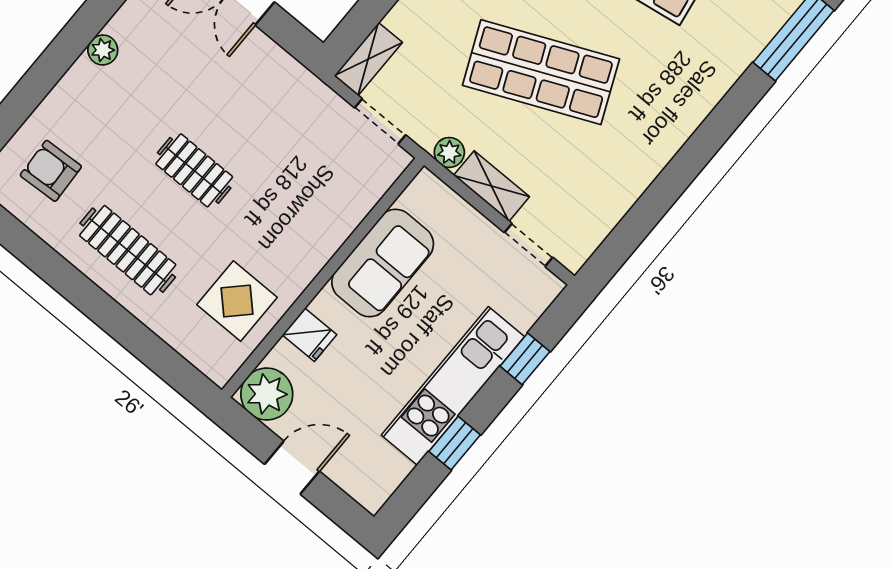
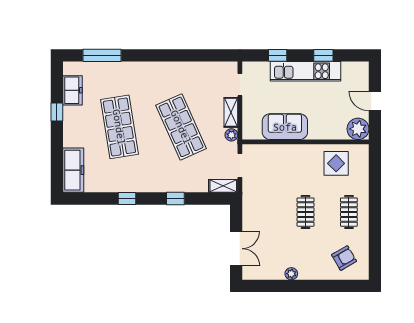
armchair: (51, 171) -> (344, 258), turned -117
clothes rail: (128, 250) -> (349, 212), width x0.73
fridge: (310, 335) -> (327, 131), removed

